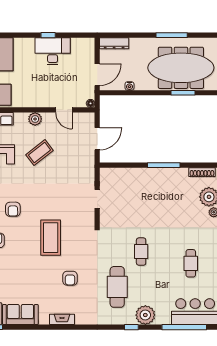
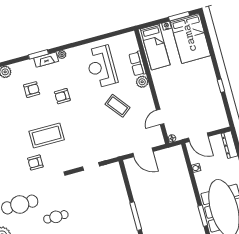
desk: (53, 51) -> (208, 93), removed
plant: (35, 119) -> (142, 82), moved
armchair: (70, 278) -> (35, 163), moved

